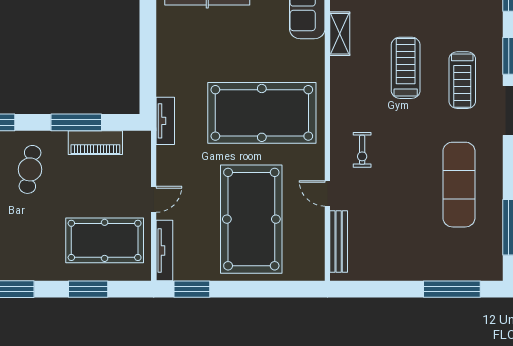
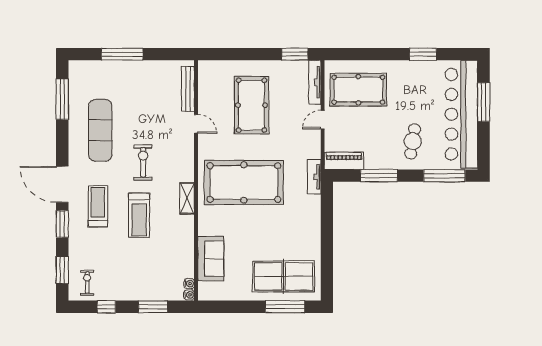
shelving: (340, 34) -> (187, 198), moved
piano: (95, 143) -> (344, 161), moved
exercise bike: (362, 150) -> (143, 162), moved, width x1.38, depth x1.39
pool table: (251, 219) -> (251, 105), width x0.73, depth x0.76
window: (88, 289) -> (370, 54), removed
window: (452, 289) -> (122, 54), moved

